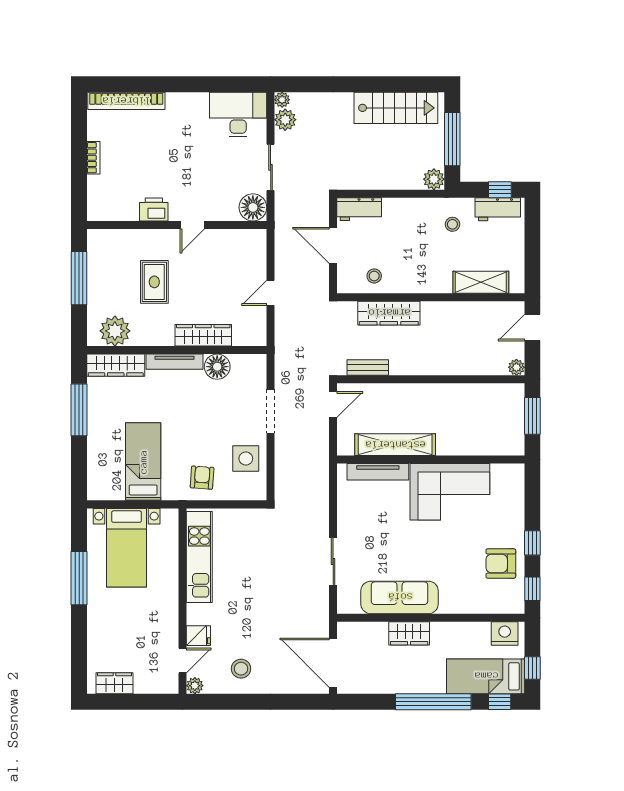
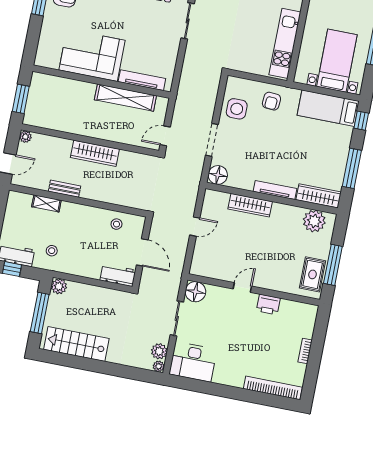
rug: (154, 282) -> (313, 274), moved
shelving: (481, 282) -> (46, 203), width x0.67, depth x0.75
wardrobe: (389, 313) -> (95, 153), moved, turned 180
floor lamp: (217, 367) -> (218, 175), moved
bench: (368, 368) -> (65, 189), moved
bed: (143, 462) -> (328, 108), moved, turned 90
window: (79, 475) -> (361, 121), added

